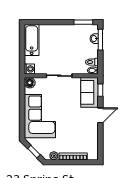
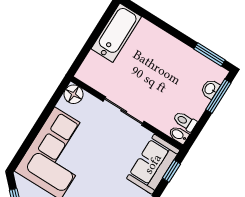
washing machine: (29, 69) -> (86, 74), removed

